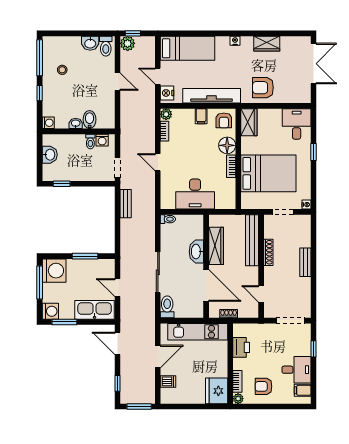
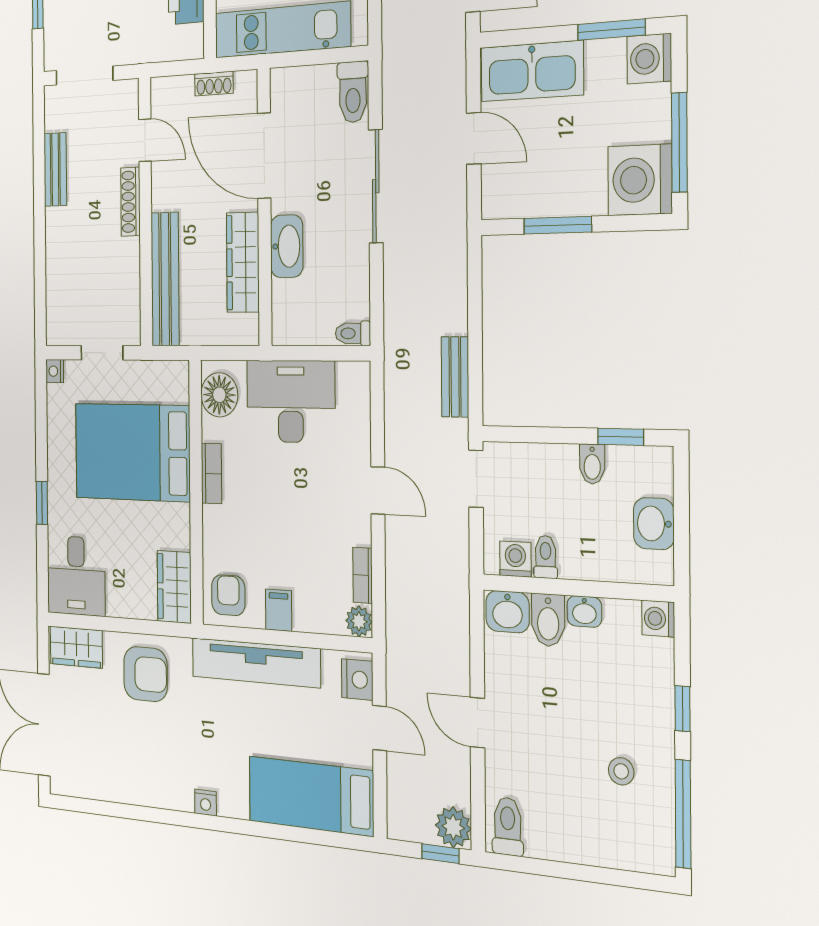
washbasin: (90, 43) -> (507, 612), moved, turned 180
wardrobe: (267, 44) -> (76, 647), moved, turned 180
floor lamp: (227, 145) -> (219, 395), moved
bidet: (72, 174) -> (592, 464), added
shoe rack: (268, 252) -> (130, 202), moved
bench: (305, 262) -> (55, 169), moved

